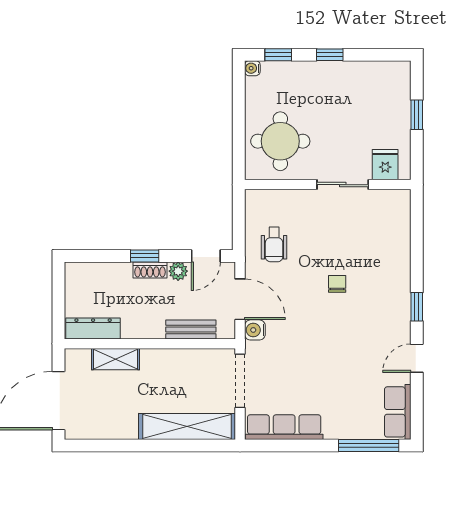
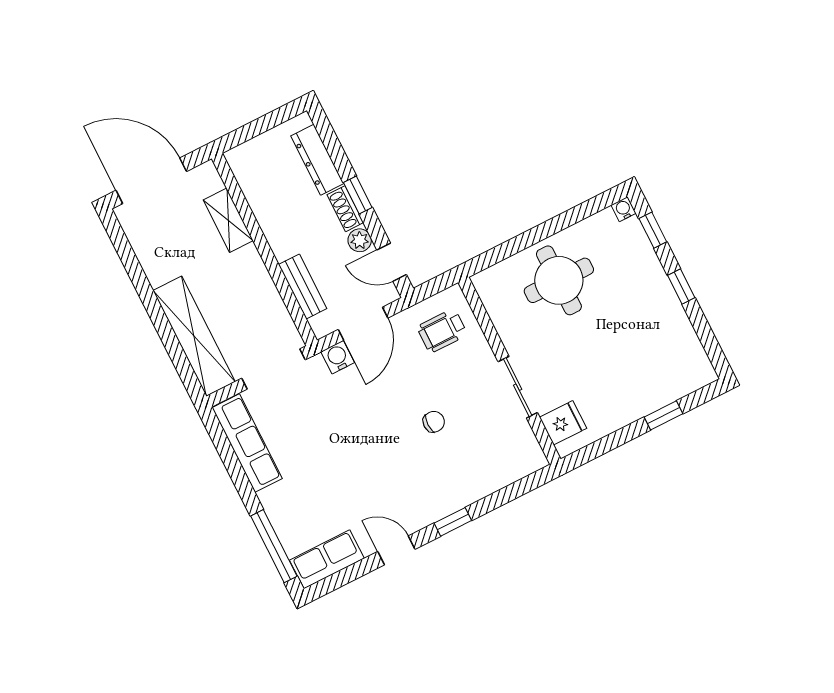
fridge: (385, 165) -> (563, 423), moved
wall: (328, 185) -> (509, 371), moved
sliding door: (343, 185) -> (518, 387), moved
dresser: (93, 328) -> (317, 160), moved, turned 180

